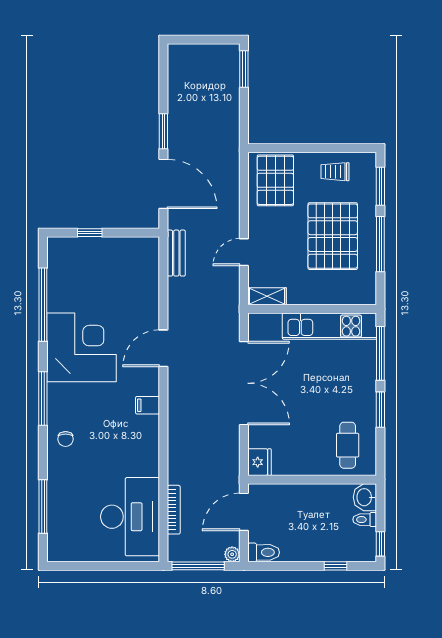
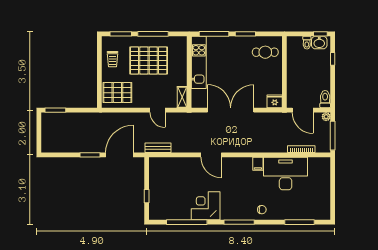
corner desk: (82, 347) -> (206, 206), width x0.74, depth x0.74
filing cabinet: (148, 405) -> (258, 164), moved
washbasin: (365, 497) -> (319, 43), moved
desk: (130, 517) -> (286, 174), moved

